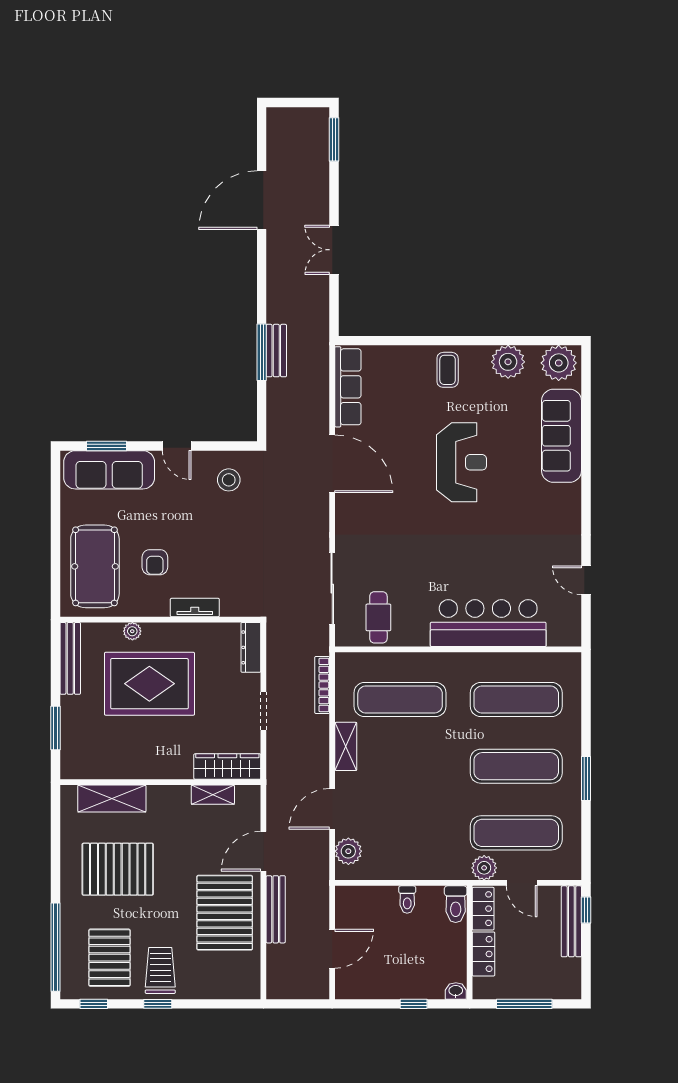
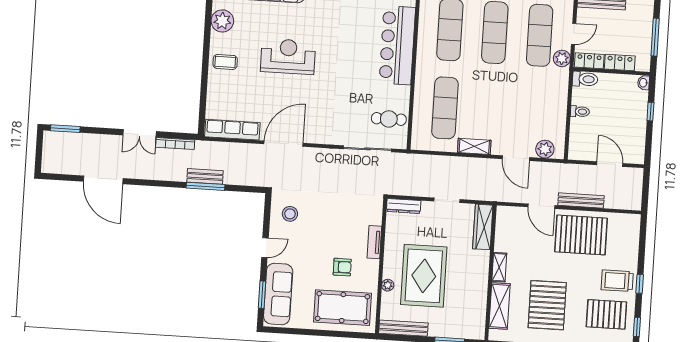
bookcase: (322, 685) -> (175, 144), moved
shelving: (213, 795) -> (499, 267), moved

